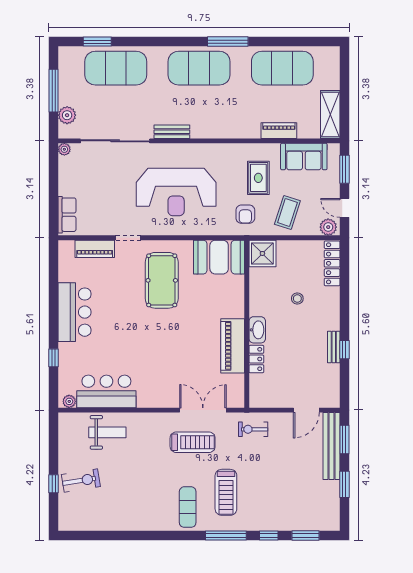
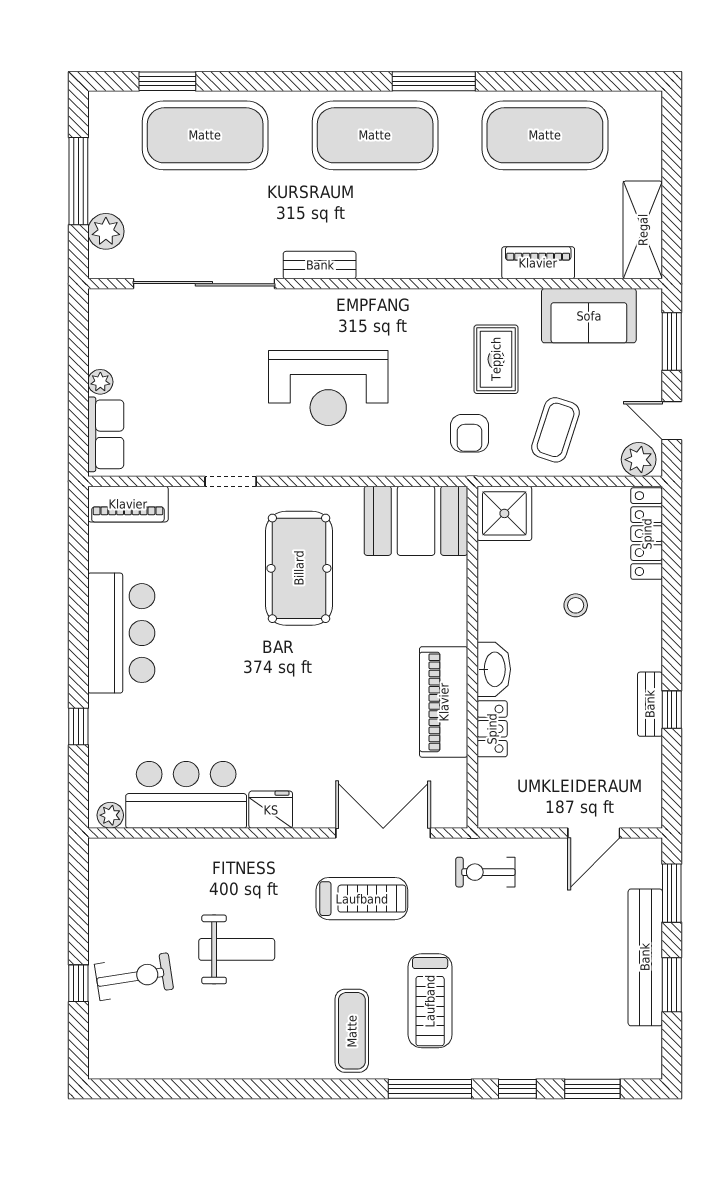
plant: (64, 149) -> (100, 382), moved
reception desk: (176, 192) -> (328, 388), width x0.74, depth x0.77
piano: (95, 249) -> (128, 504), moved
fridge: (148, 399) -> (271, 810), added
weight bench: (107, 432) -> (237, 949), moved
bench: (331, 446) -> (645, 957), moved

